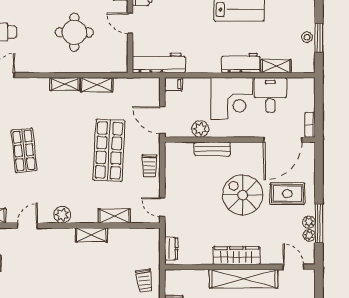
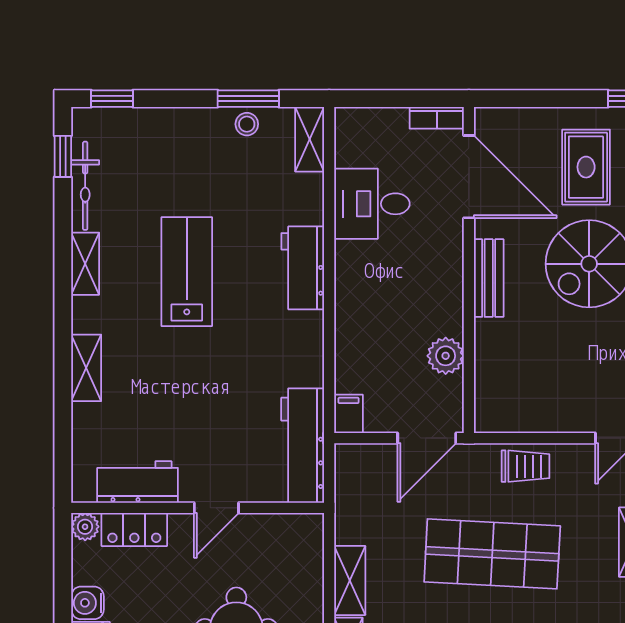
shelving: (276, 66) -> (310, 139), moved
corner desk: (232, 98) -> (380, 287), removed
bench: (212, 149) -> (489, 278), moved

